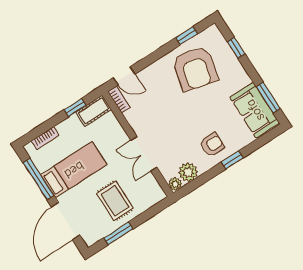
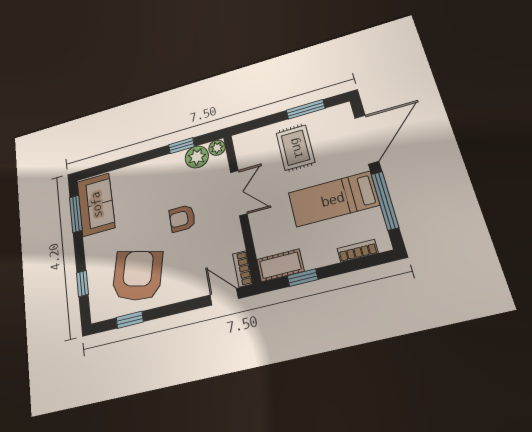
armchair: (212, 145) -> (182, 218), moved
window: (232, 160) -> (181, 146), moved

